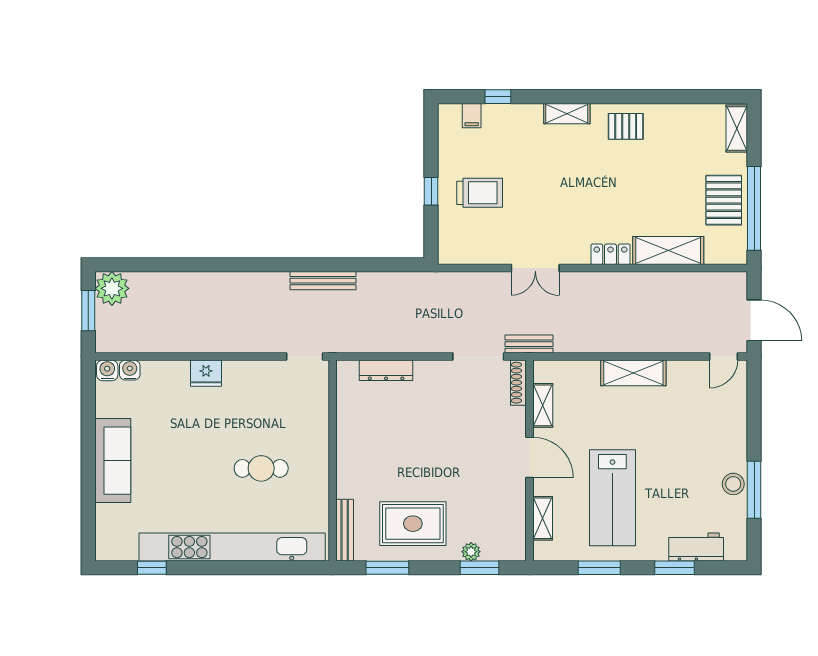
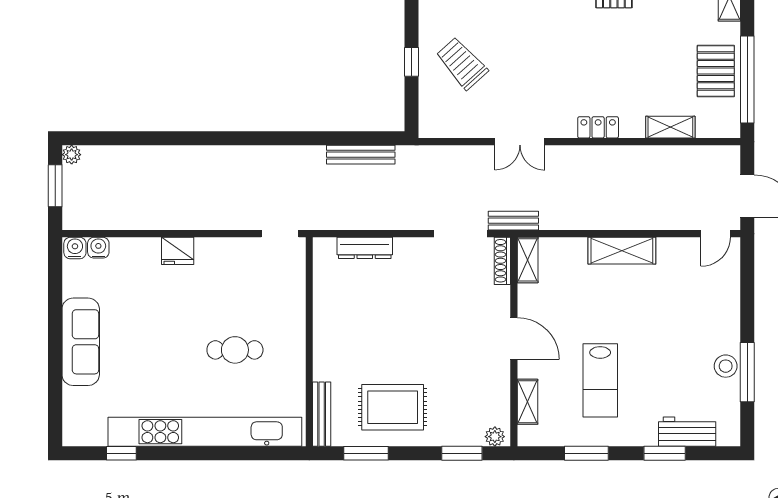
trolley: (480, 193) -> (462, 63), turned -132
shelving: (668, 251) -> (670, 127), width x0.67, depth x0.75
bench: (323, 281) -> (361, 155), moved
plant: (112, 288) -> (72, 155), width x0.53, depth x0.53
shelving: (543, 405) -> (528, 260), moved
lab bench: (612, 498) -> (600, 380), width x0.73, depth x0.72
plant: (471, 552) -> (495, 437), moved

